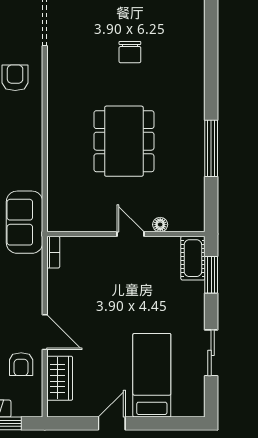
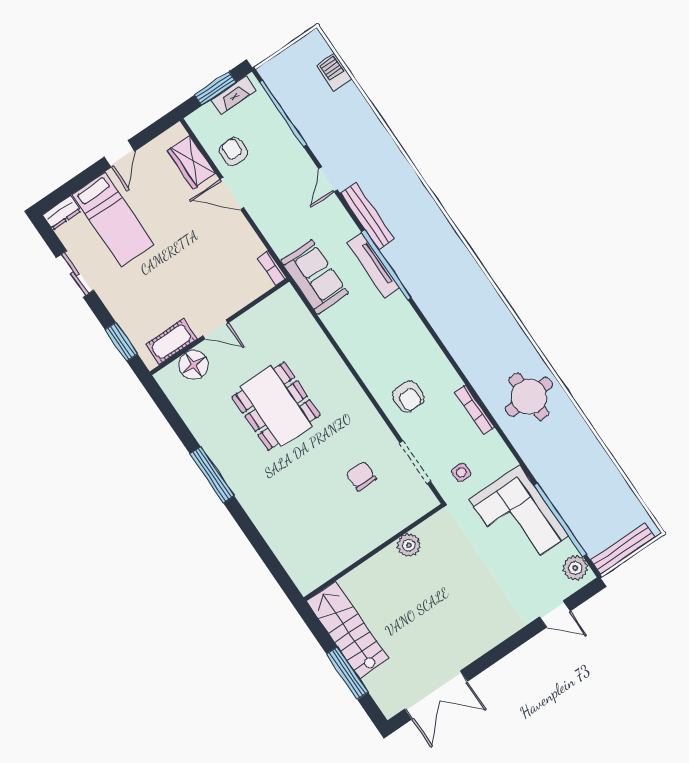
chair: (130, 52) -> (361, 476), moved
window: (211, 148) -> (212, 475), moved
floor lamp: (160, 225) -> (193, 365), width x1.89, depth x1.89
cot: (193, 258) -> (171, 342), moved, turned 90
dresser: (189, 408) -> (62, 213), added

